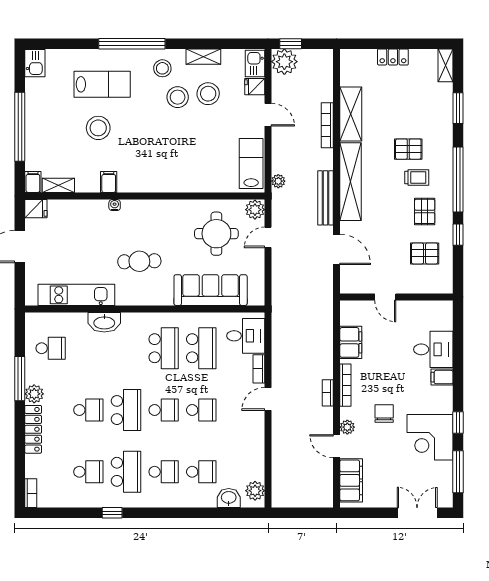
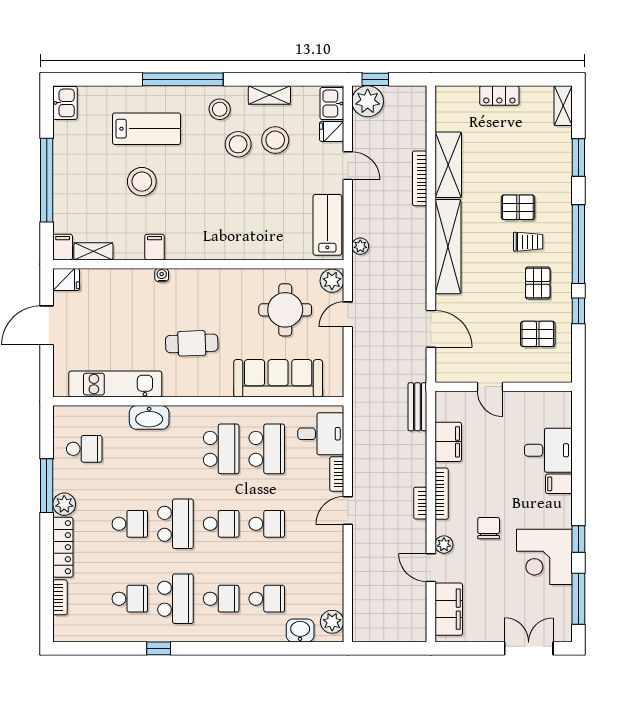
bench: (325, 198) -> (417, 407), moved, width x0.73
bookcase: (31, 493) -> (60, 597), moved

